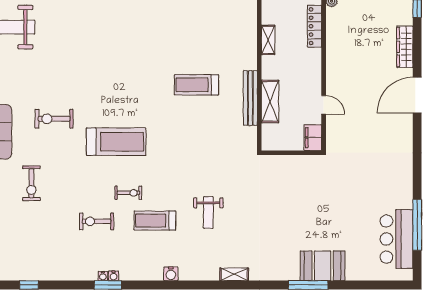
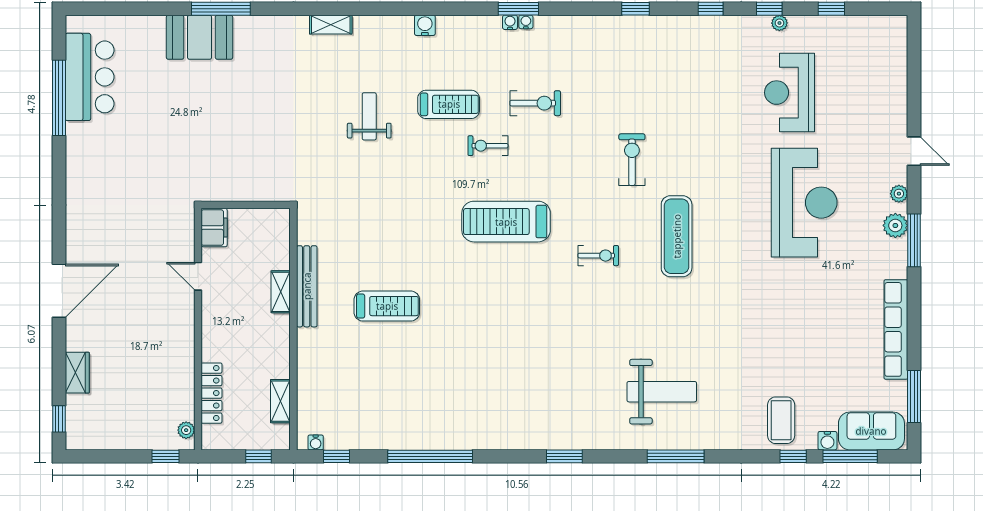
shelving: (268, 40) -> (280, 401), moved
wardrobe: (405, 47) -> (77, 373), width x0.67
shelving: (270, 101) -> (281, 292), width x0.67, depth x0.75
exercise bike: (54, 119) -> (598, 256), width x0.73, depth x0.72

